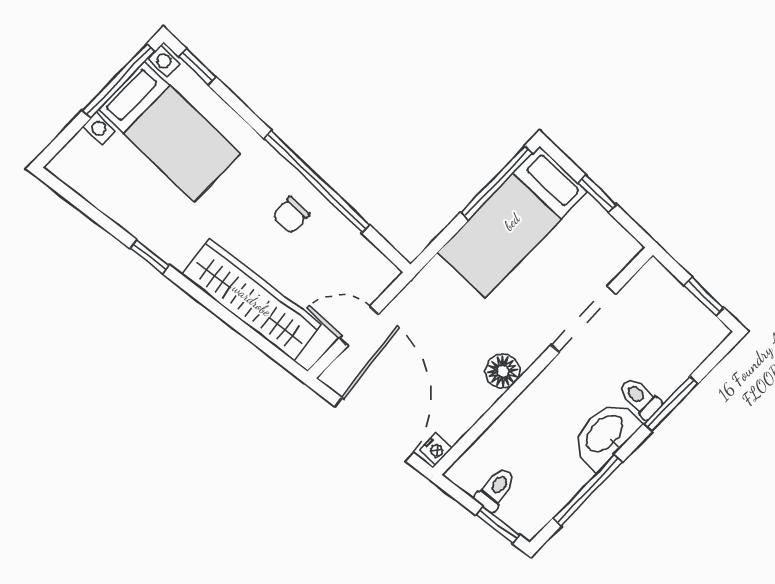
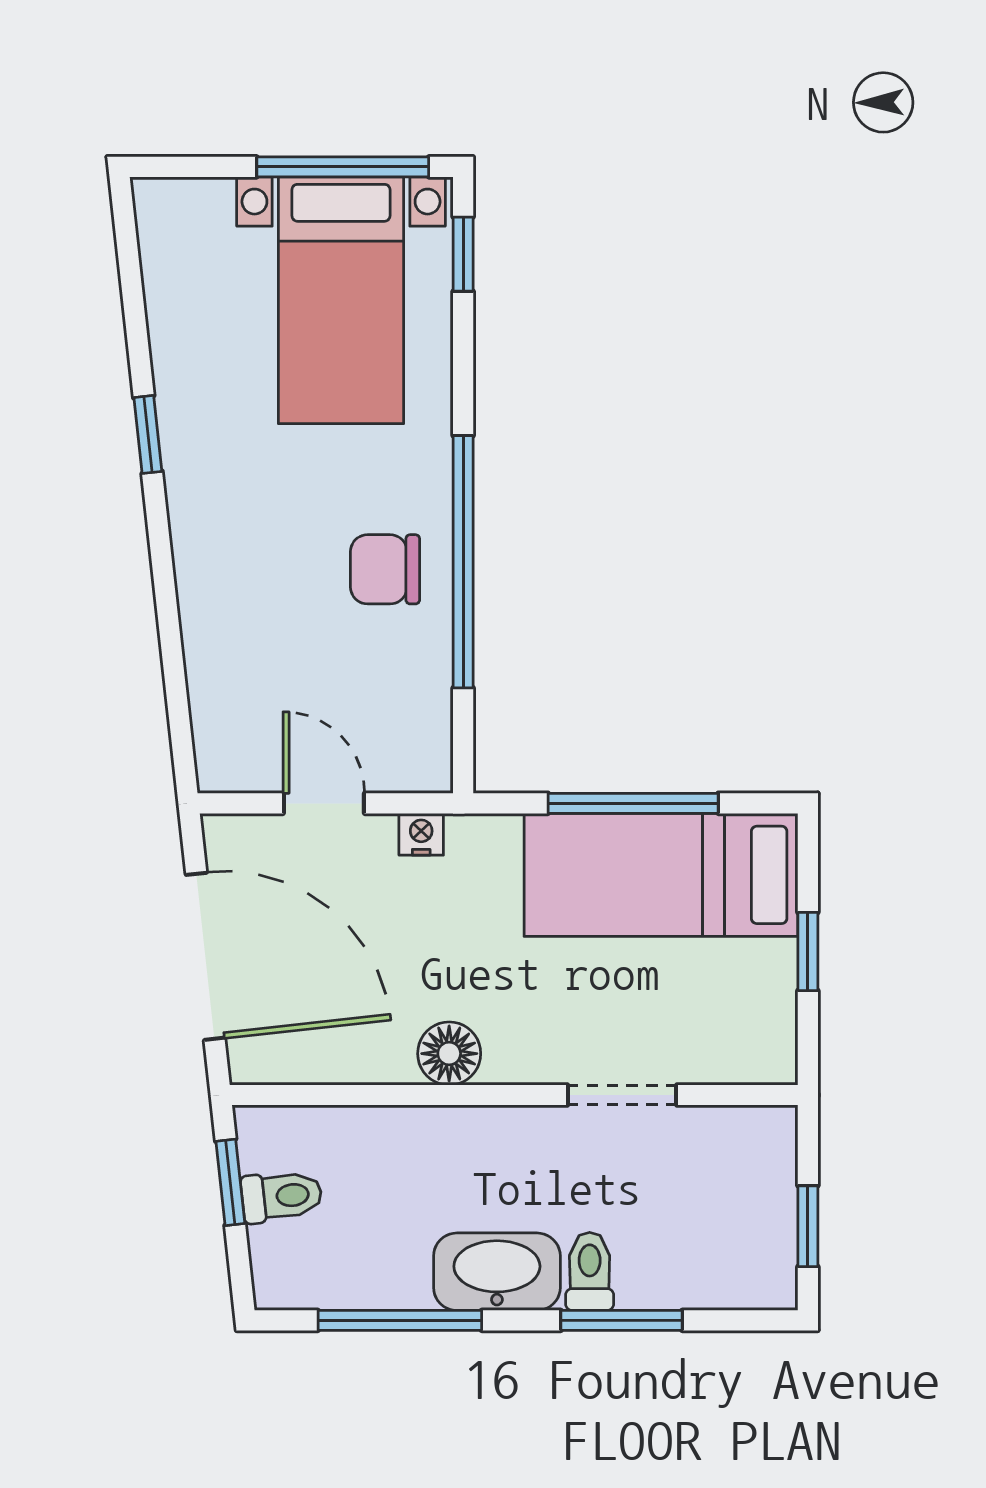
window: (497, 183) -> (633, 803), moved
chair: (291, 215) -> (385, 569), width x1.37, depth x1.37
wardrobe: (252, 300) -> (222, 626), removed
doorway: (583, 319) -> (622, 1095), width x0.73
door: (374, 429) -> (205, 956), hinge flipped
nightstand: (435, 449) -> (421, 834), moved, turned 180
window: (498, 525) -> (230, 1182), moved

